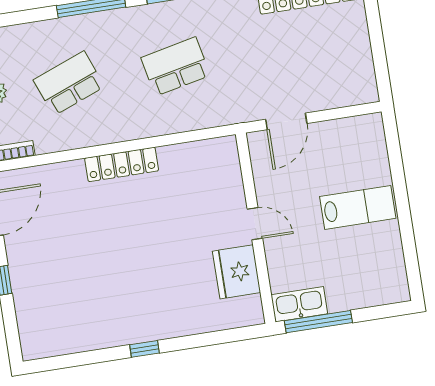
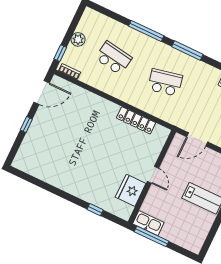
school desk: (69, 83) -> (114, 58), turned 30
locker: (122, 164) -> (136, 120), moved
window: (144, 349) -> (95, 210), moved

